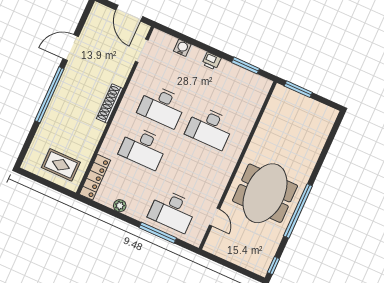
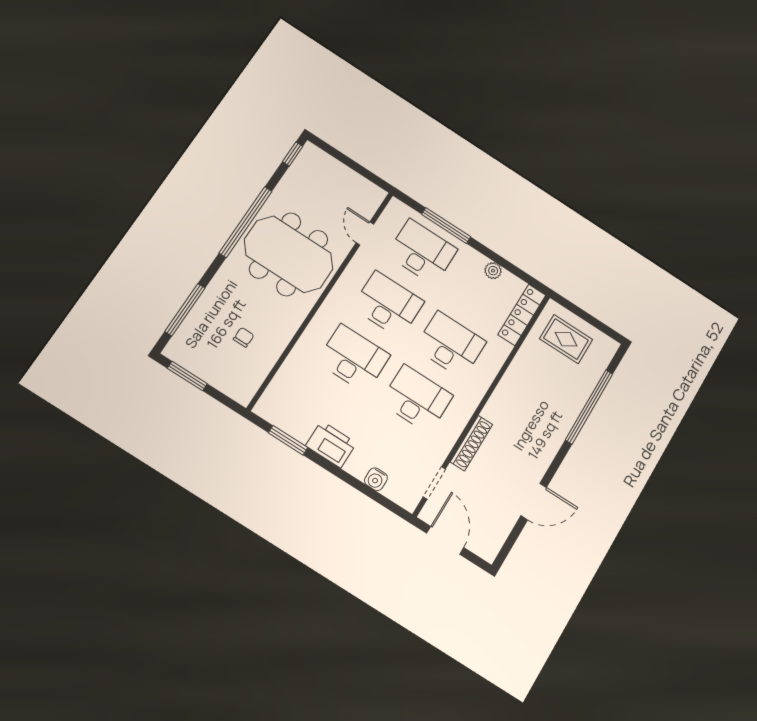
printer: (211, 61) -> (331, 444), width x1.87, depth x1.48
window: (298, 89) -> (187, 376), moved
window: (49, 95) -> (589, 407), moved
shoe rack: (110, 103) -> (471, 443), moved
chair: (286, 131) -> (244, 337), added
window: (328, 143) -> (185, 310), added
desk: (191, 169) -> (388, 304), added
meeting table: (265, 193) -> (289, 254), turned 90

